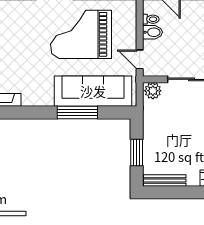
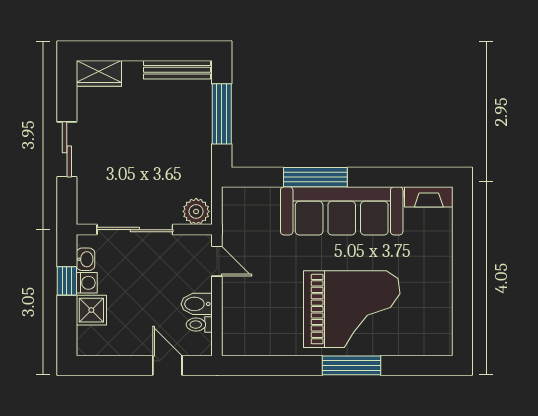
grand piano: (81, 34) -> (352, 309), moved
sofa: (93, 91) -> (342, 211), moved
window: (137, 153) -> (222, 114), width x1.44

